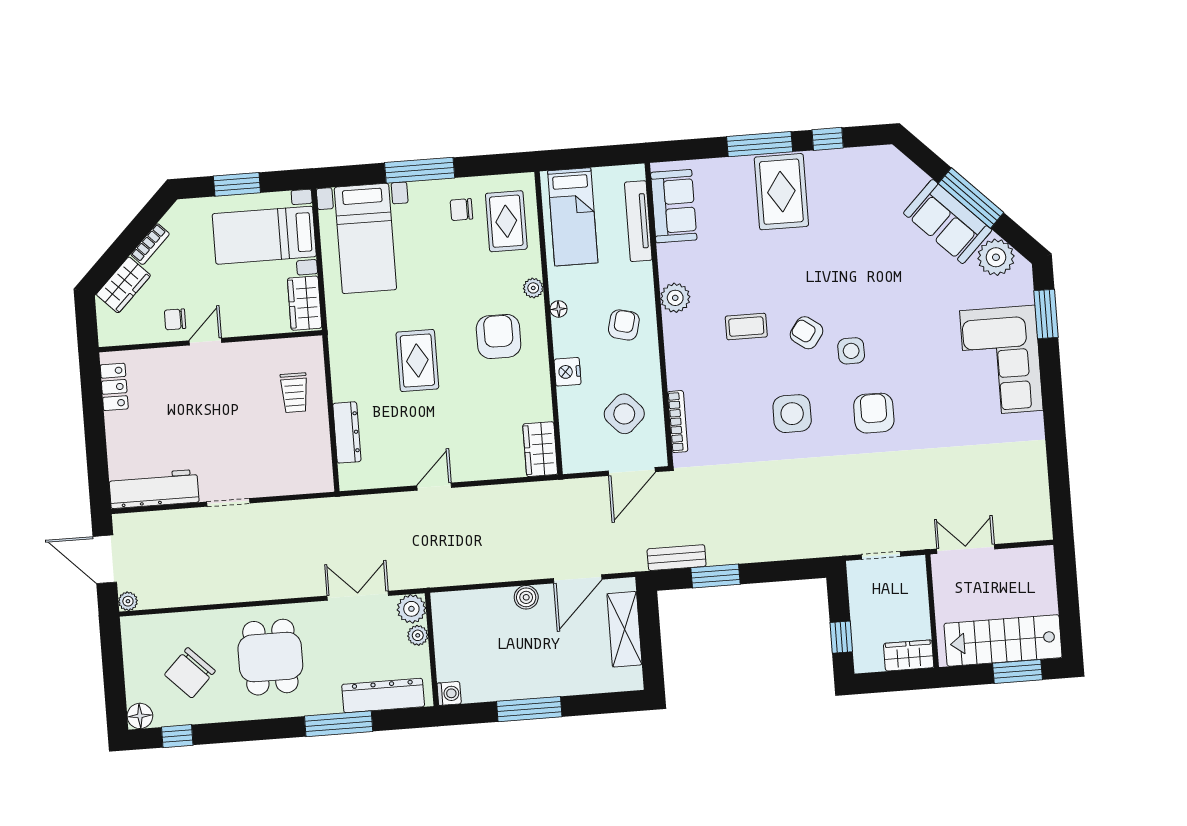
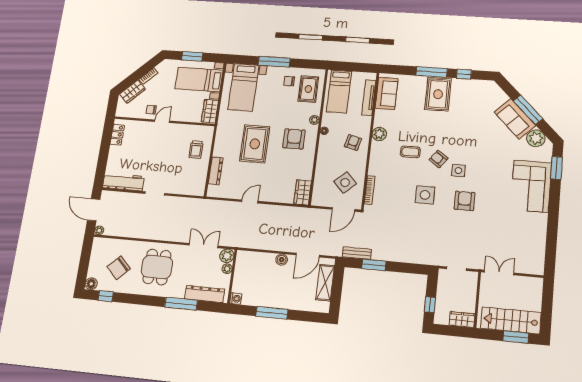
rug: (417, 361) -> (255, 144), width x1.36, depth x1.43
nightstand: (568, 372) -> (323, 159), removed

